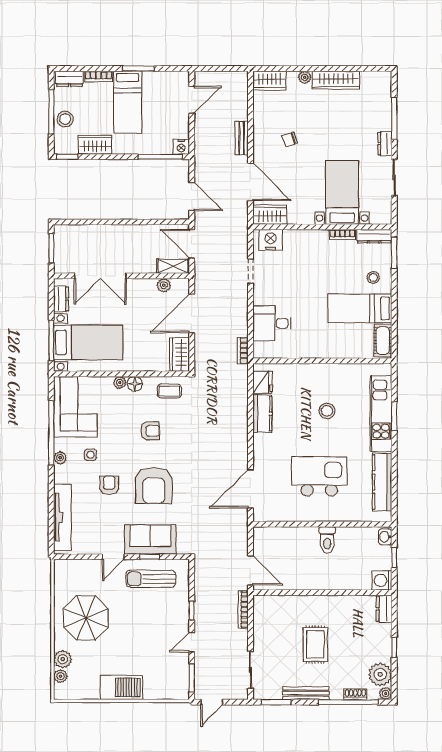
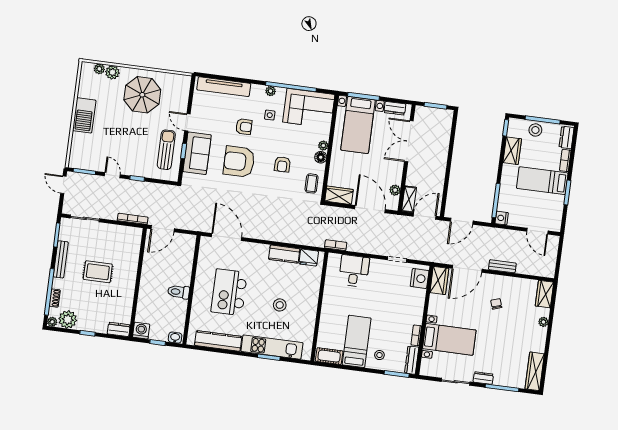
wardrobe: (336, 80) -> (535, 371), moved
kitchen island: (319, 476) -> (229, 292), turned 180

